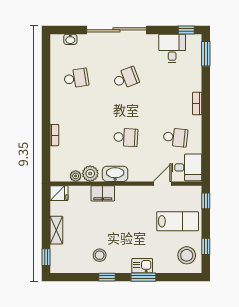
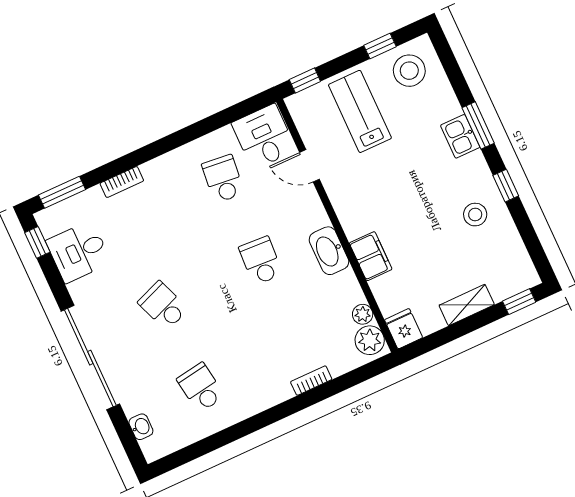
bookcase: (197, 103) -> (122, 182), moved
plant: (90, 174) -> (370, 340), moved

